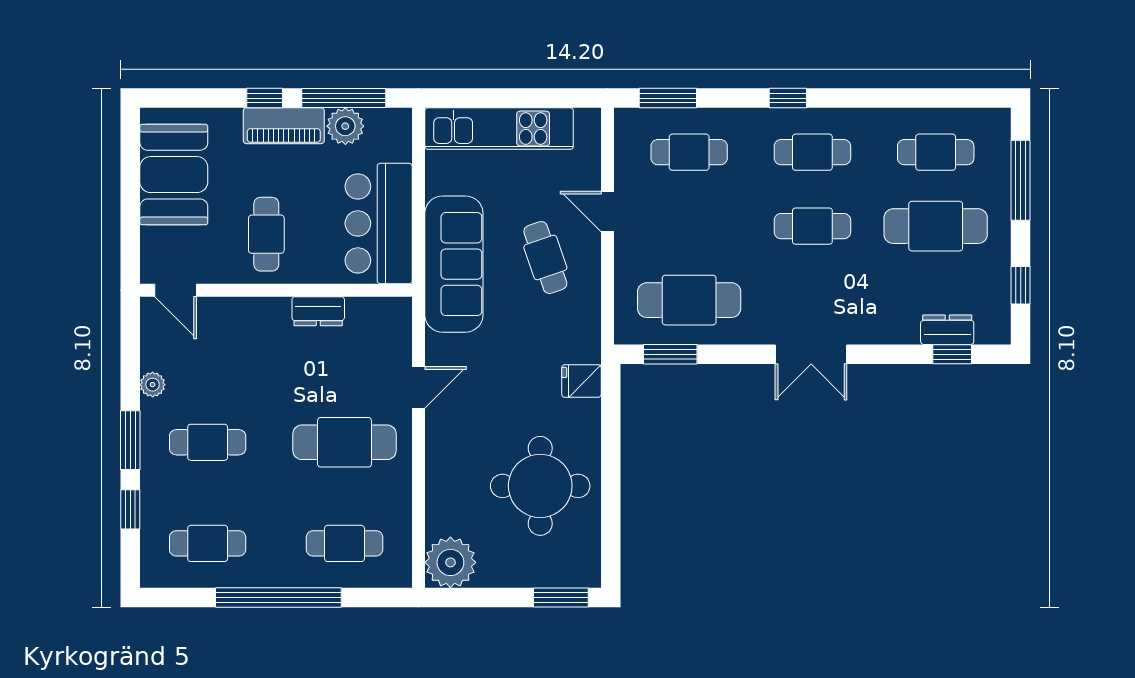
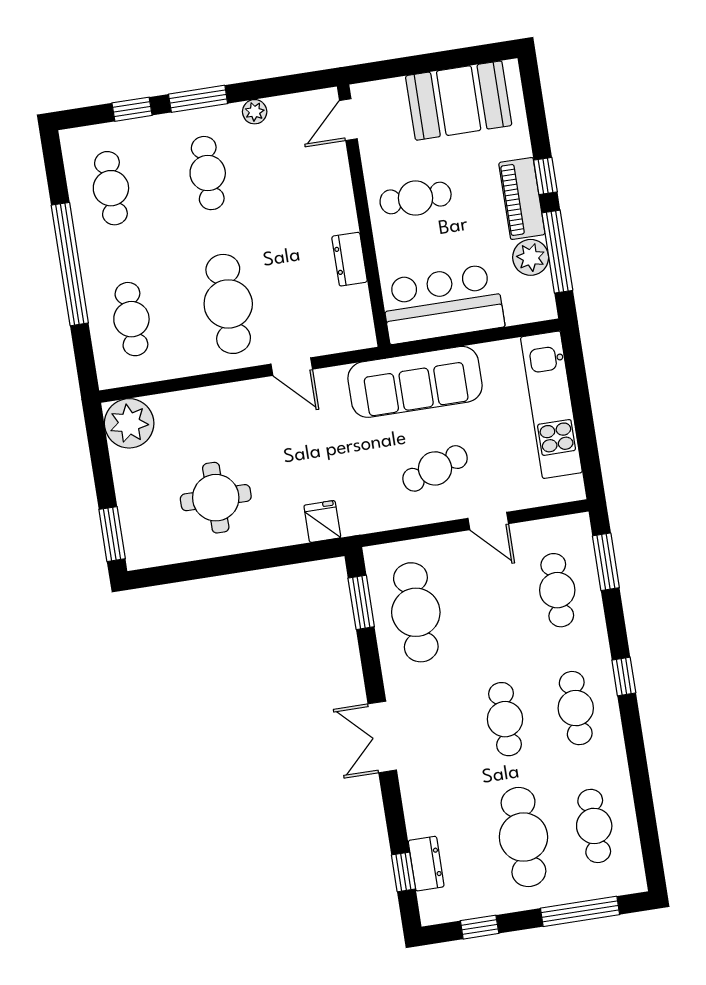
door: (607, 212) -> (488, 521), swing flipped
round table: (540, 486) -> (216, 498), width x0.73, depth x0.73

